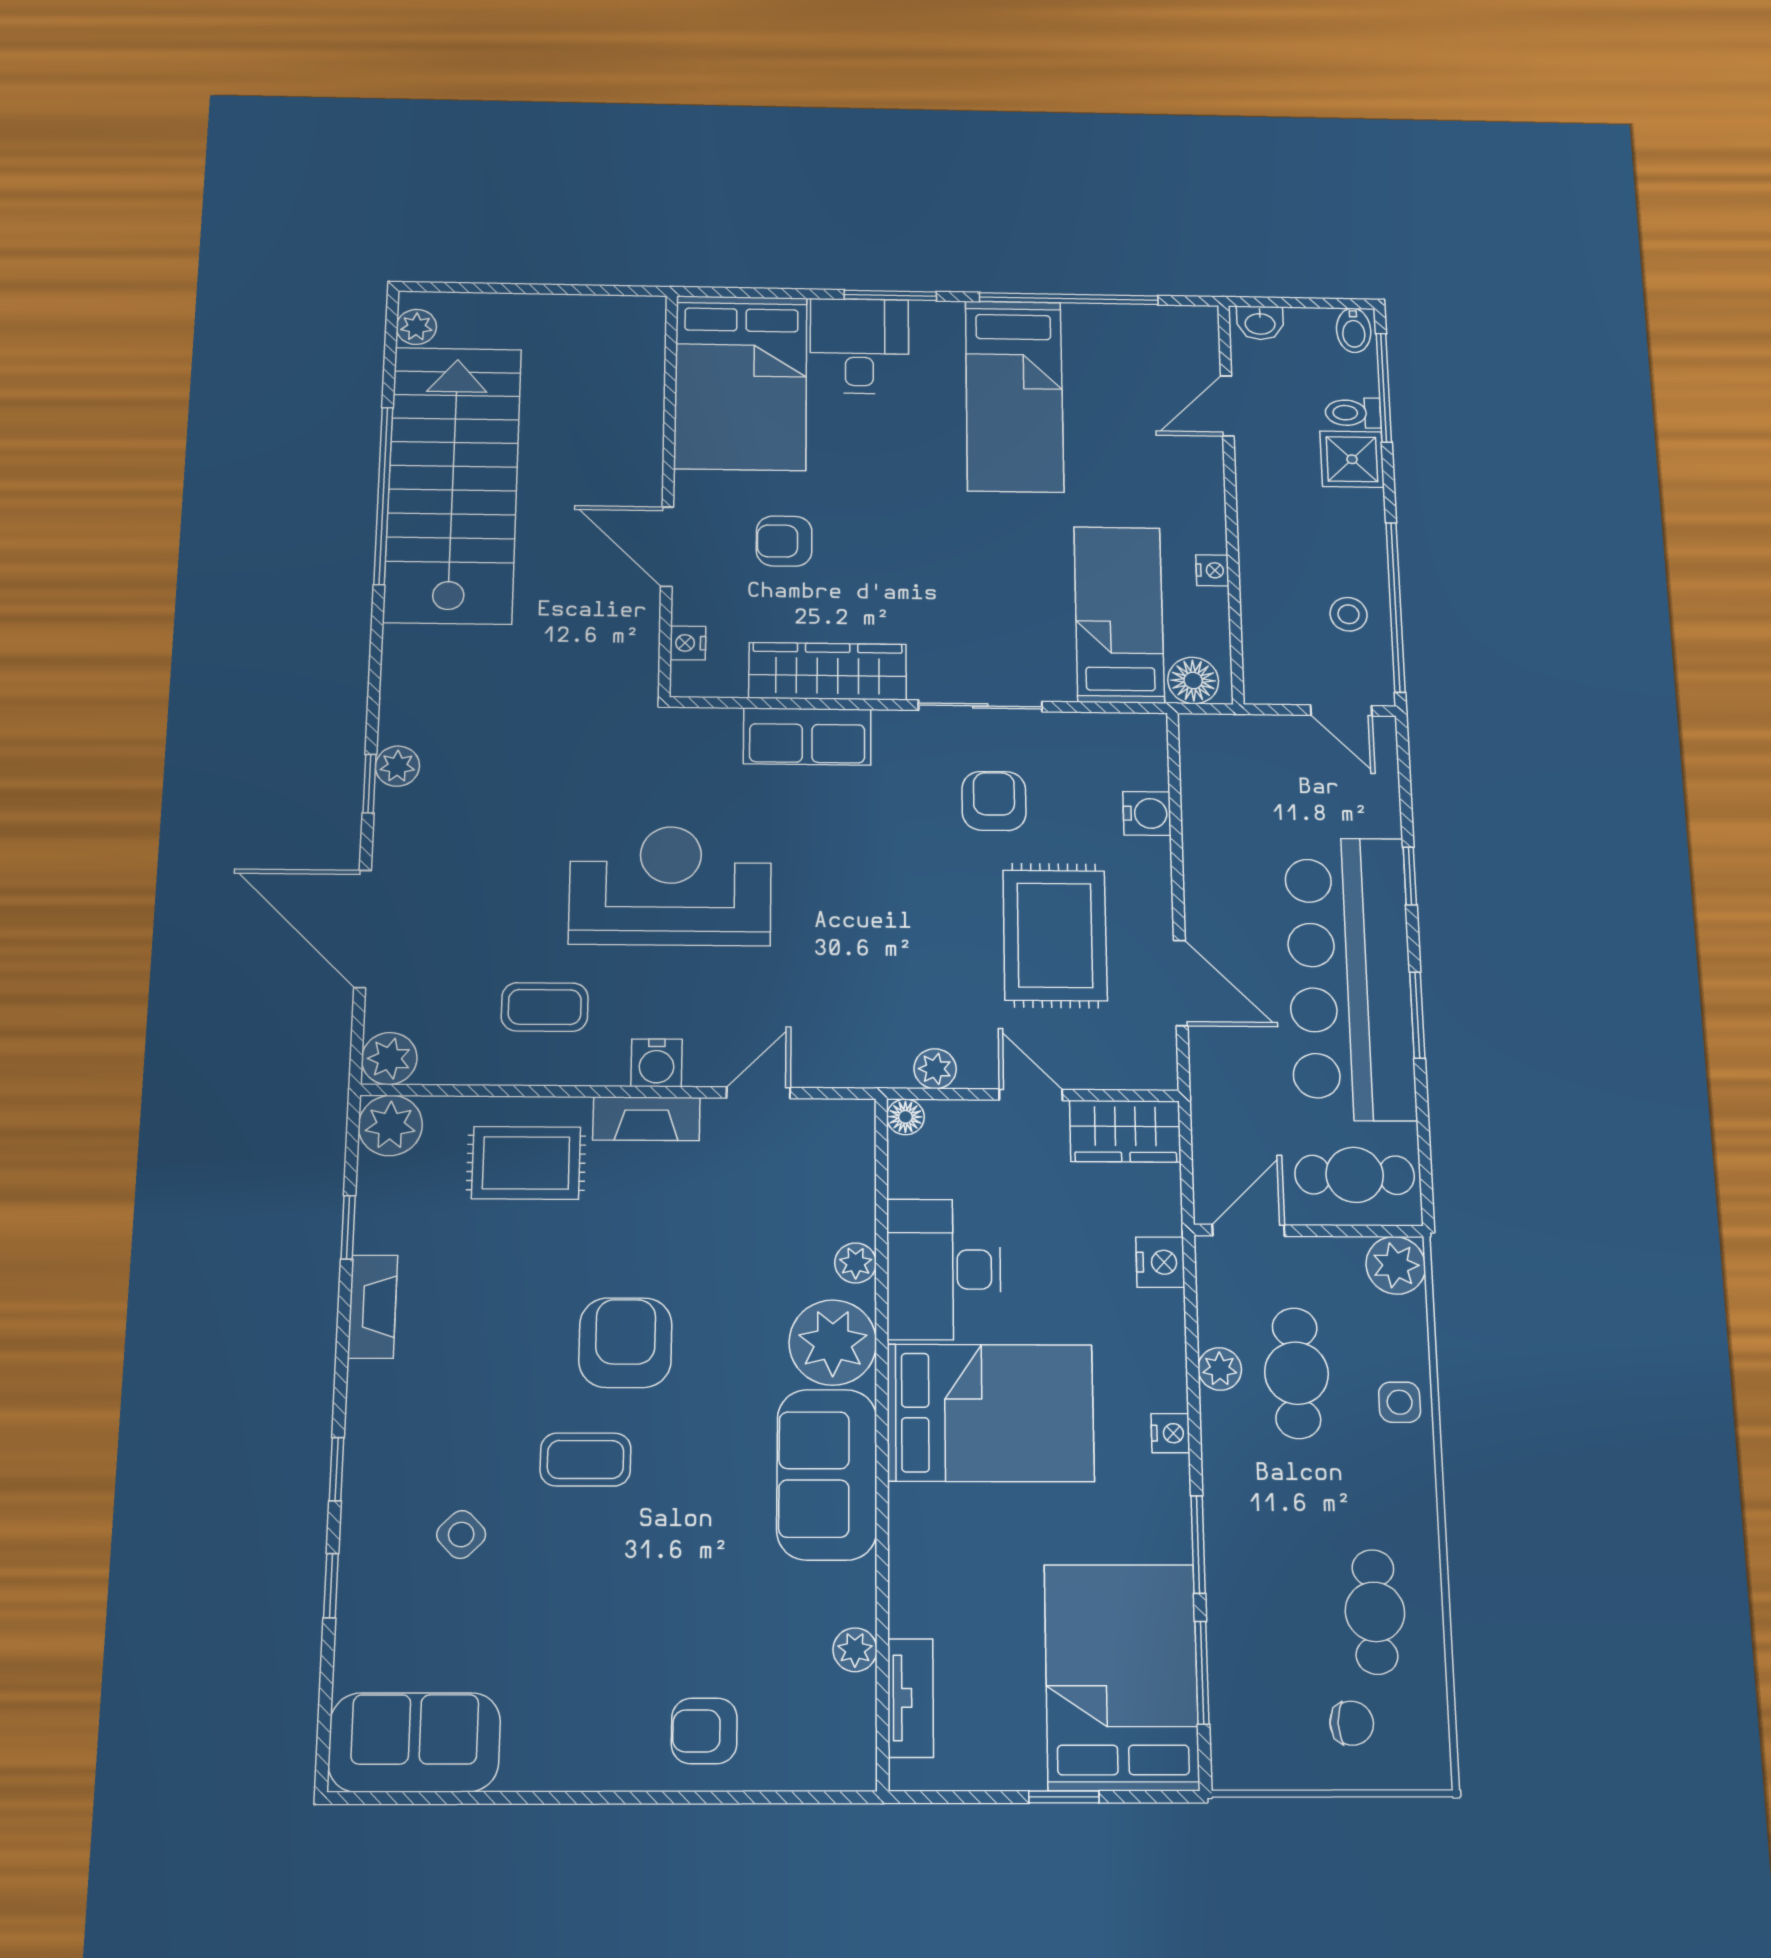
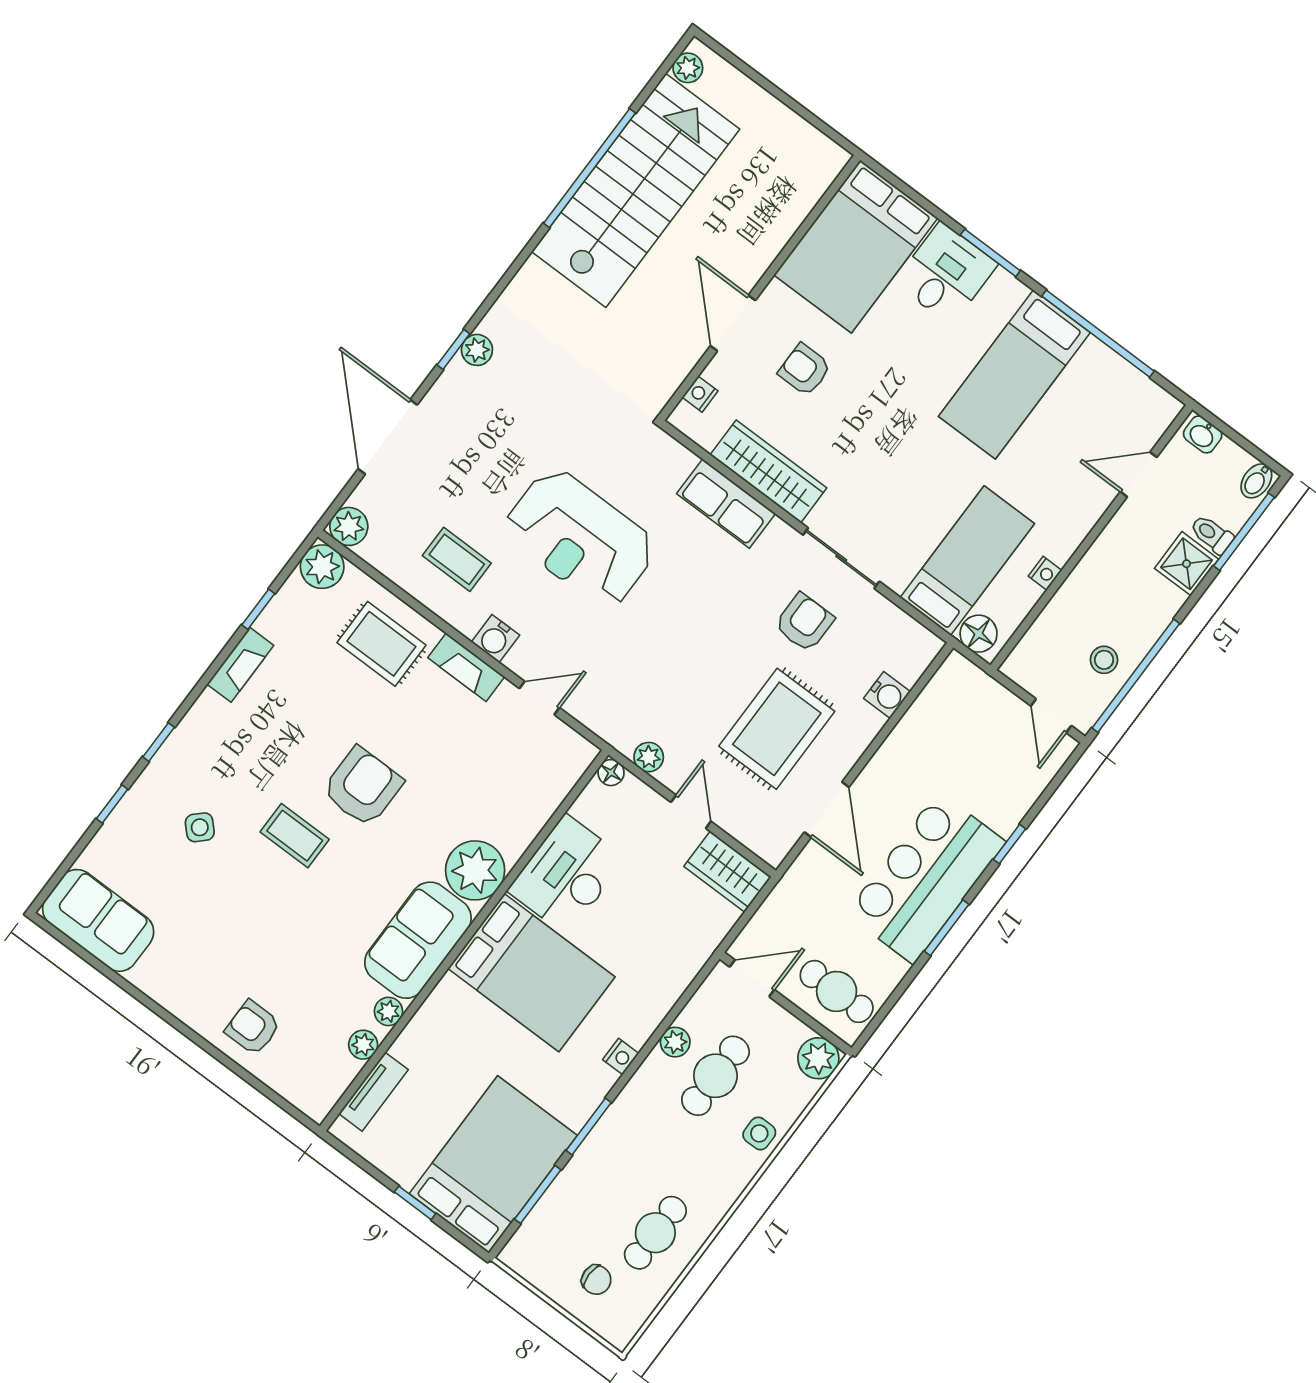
reception desk: (670, 886) -> (580, 538), turned 180
bar counter: (1350, 978) -> (926, 878), width x0.73
nightstand: (1160, 1262) -> (689, 959), removed
plant: (856, 1263) -> (389, 1011), moved

